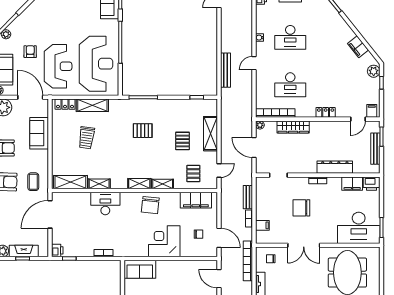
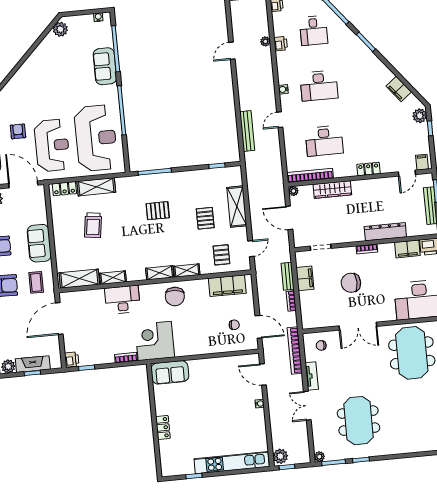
sofa: (39, 133) -> (39, 243), moved
filing cabinet: (262, 225) -> (305, 278), moved, width x2.00
corner desk: (164, 241) -> (155, 341), moved

